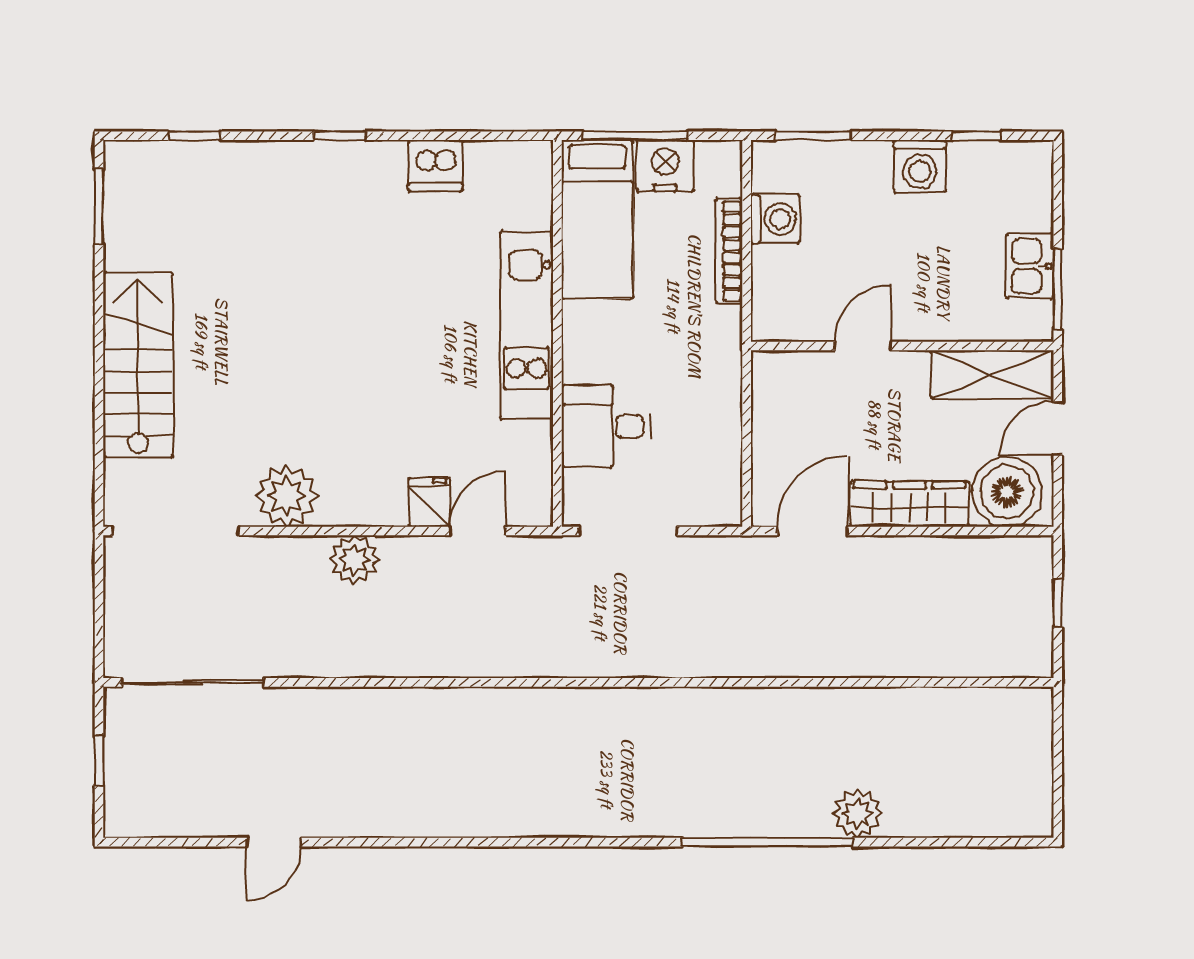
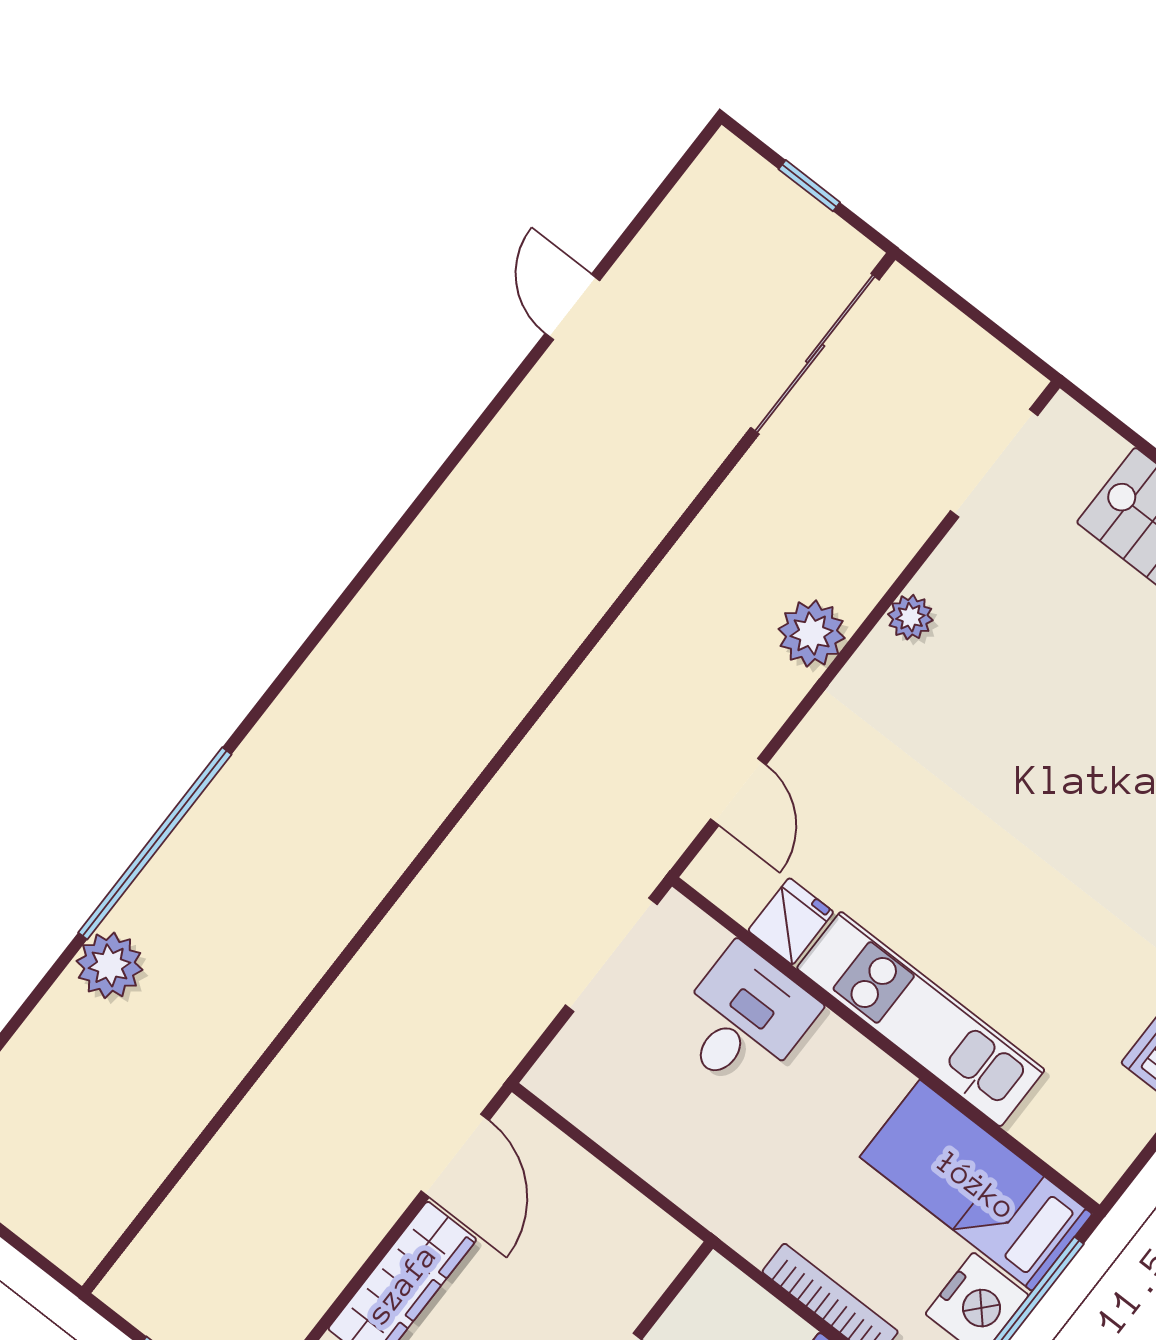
plant: (287, 496) -> (910, 617), width x0.53, depth x0.53
fridge: (429, 502) -> (791, 921), moved, turned -90
doorway: (176, 531) -> (994, 463), width x0.73

